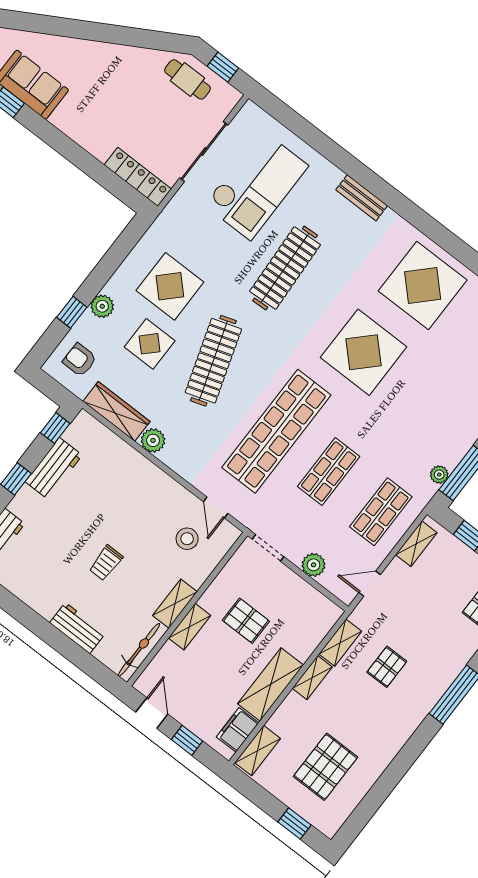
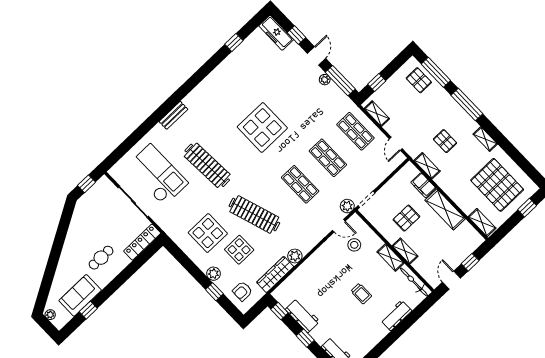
cafe table: (188, 79) -> (101, 258), moved
display table: (423, 285) -> (229, 88), removed
shop shelf: (276, 431) -> (300, 184), width x0.50, depth x0.74
plant: (439, 475) -> (325, 80), moved
plant: (314, 565) -> (347, 206), moved
shelving: (312, 678) -> (485, 139), moved
door: (152, 713) -> (451, 280), hinge flipped
filing cabinet: (238, 730) -> (423, 185), moved
pallet: (326, 767) -> (497, 185), width x1.37, depth x1.41

